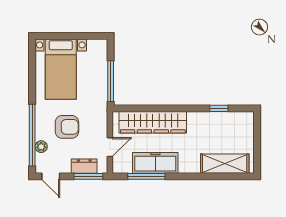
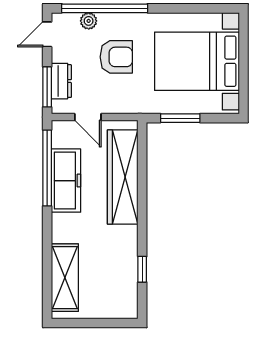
bed with nightstands: (61, 69) -> (197, 61), width x1.36
window: (111, 81) -> (180, 118), width x0.69
armchair: (67, 127) -> (116, 57), turned -90
window: (146, 176) -> (47, 168), width x1.46

